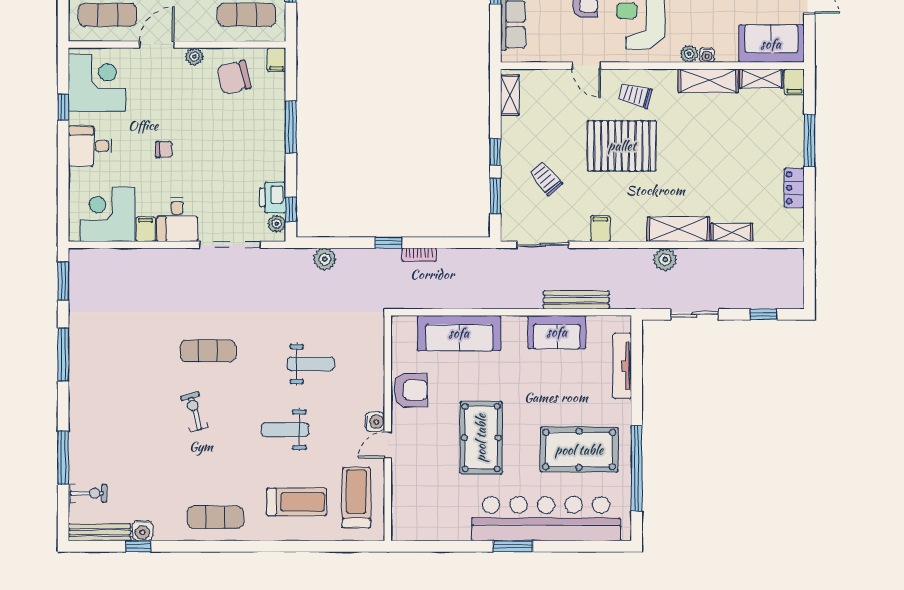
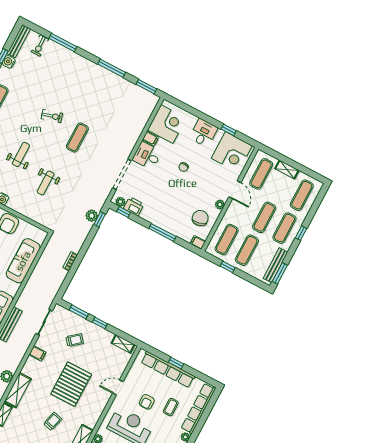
trolley: (635, 95) -> (53, 421), moved
window: (388, 243) -> (100, 219), moved

